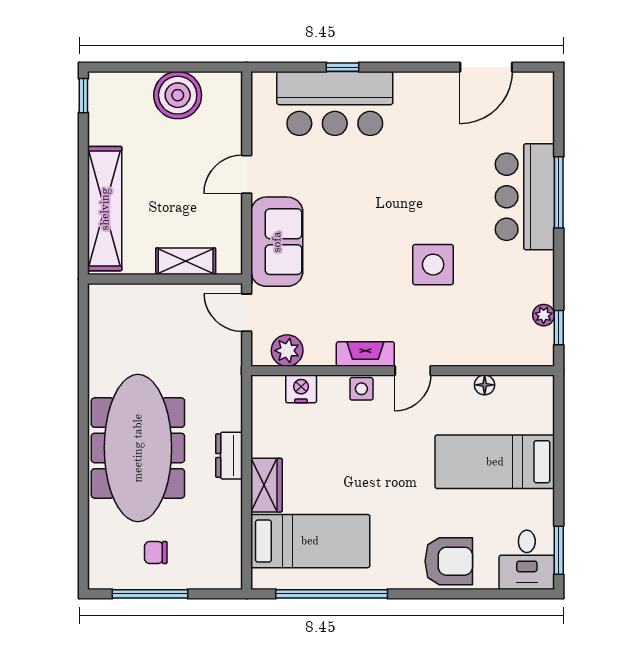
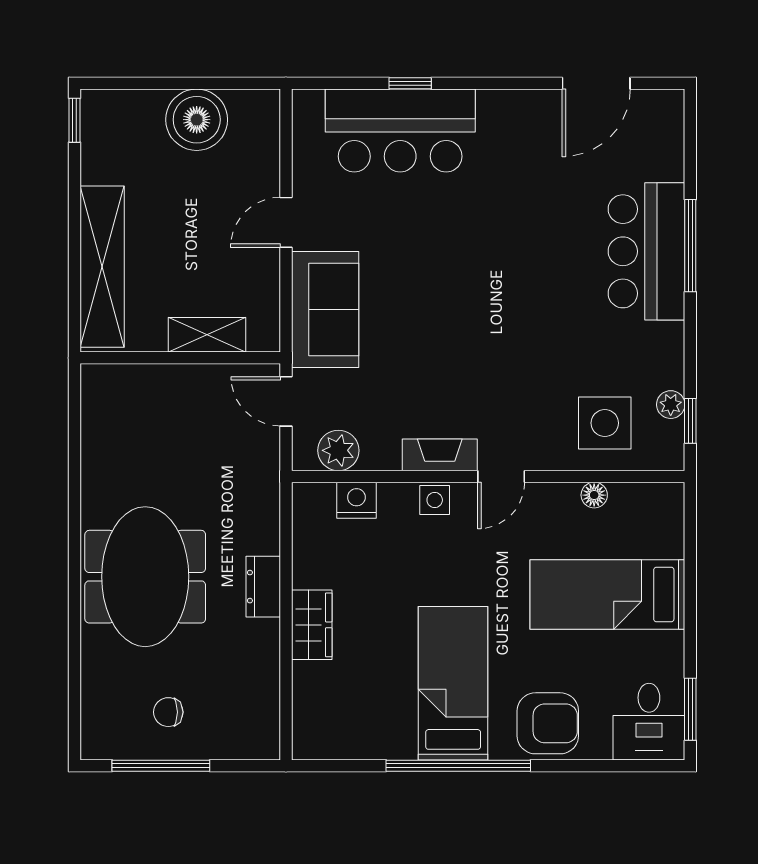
side table: (433, 265) -> (605, 423), moved
meeting table: (138, 448) -> (145, 577), width x0.73
bed: (310, 541) -> (453, 683), moved, turned -90
window: (332, 594) -> (458, 766), moved

